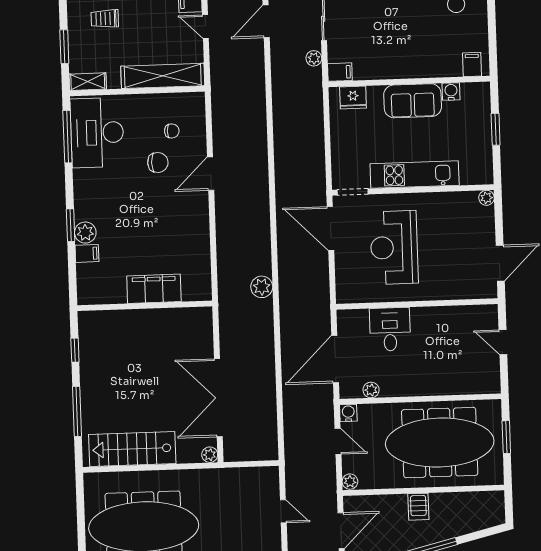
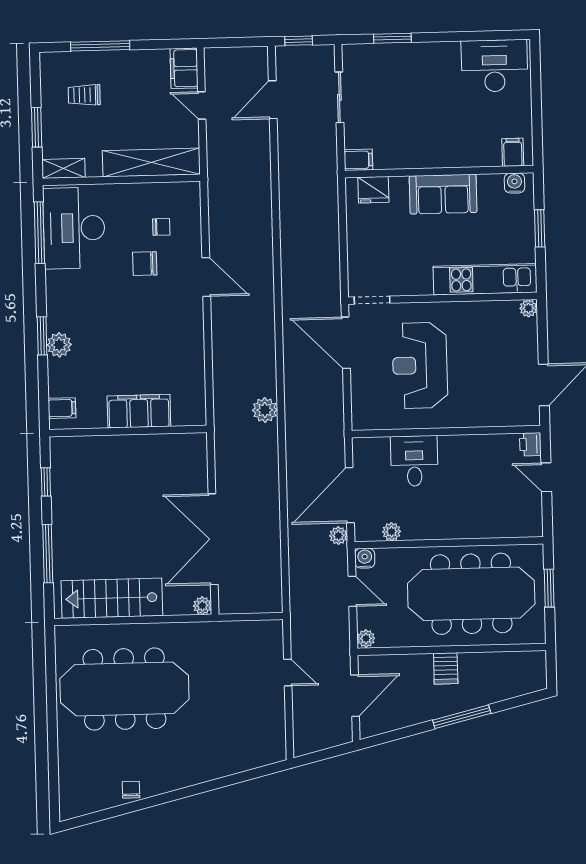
plant: (314, 58) -> (338, 536), moved
water cooler: (451, 92) -> (514, 183), moved
chair: (158, 162) -> (145, 264), turned 180
door: (211, 174) -> (206, 277), swing flipped
kitchen unit: (415, 175) -> (485, 279), moved
filing cabinet: (87, 253) -> (62, 408), moved
printer: (489, 314) -> (530, 444), added

